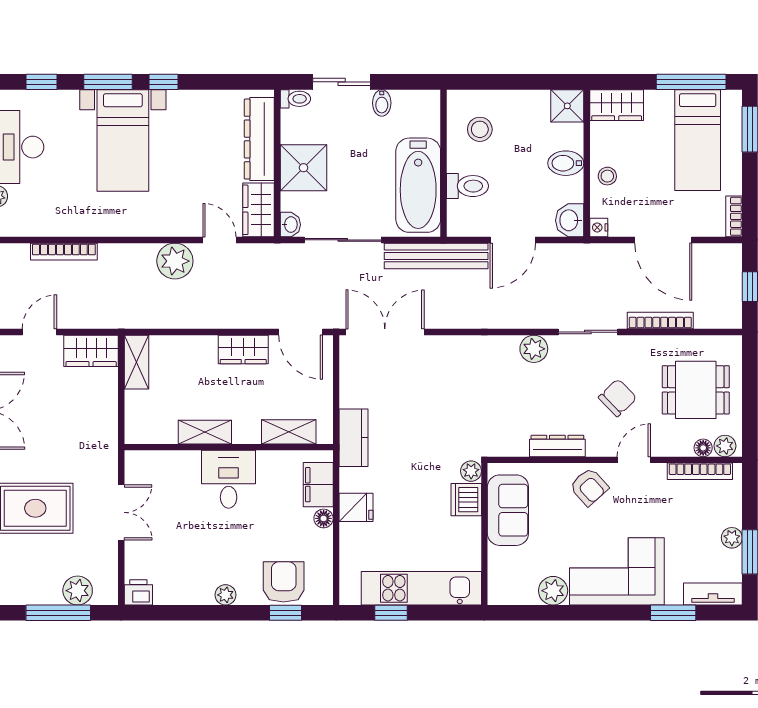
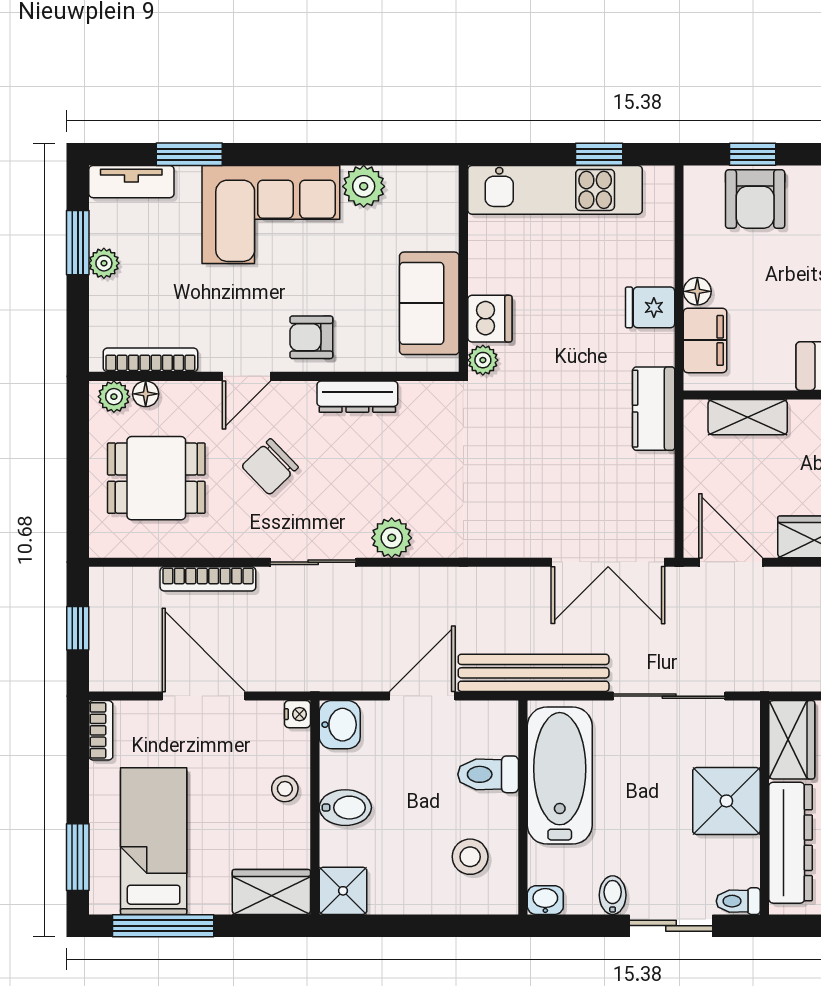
washbasin: (290, 225) -> (545, 900), moved, turned 90
armchair: (589, 487) -> (311, 337), turned -48

